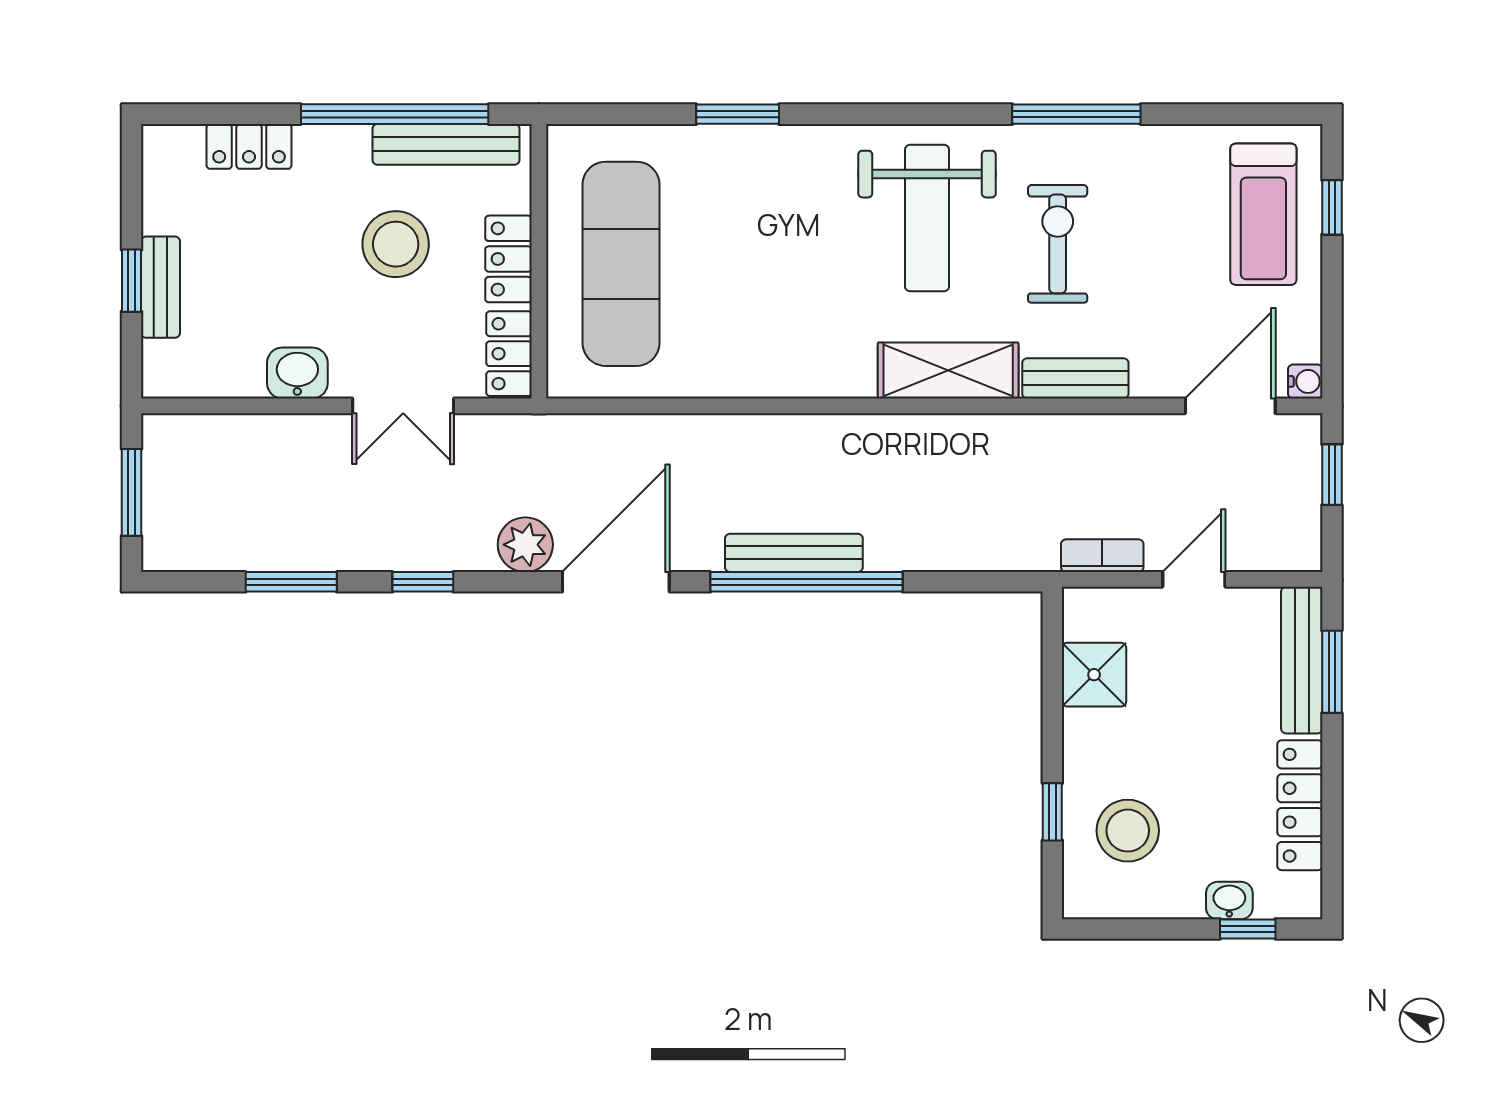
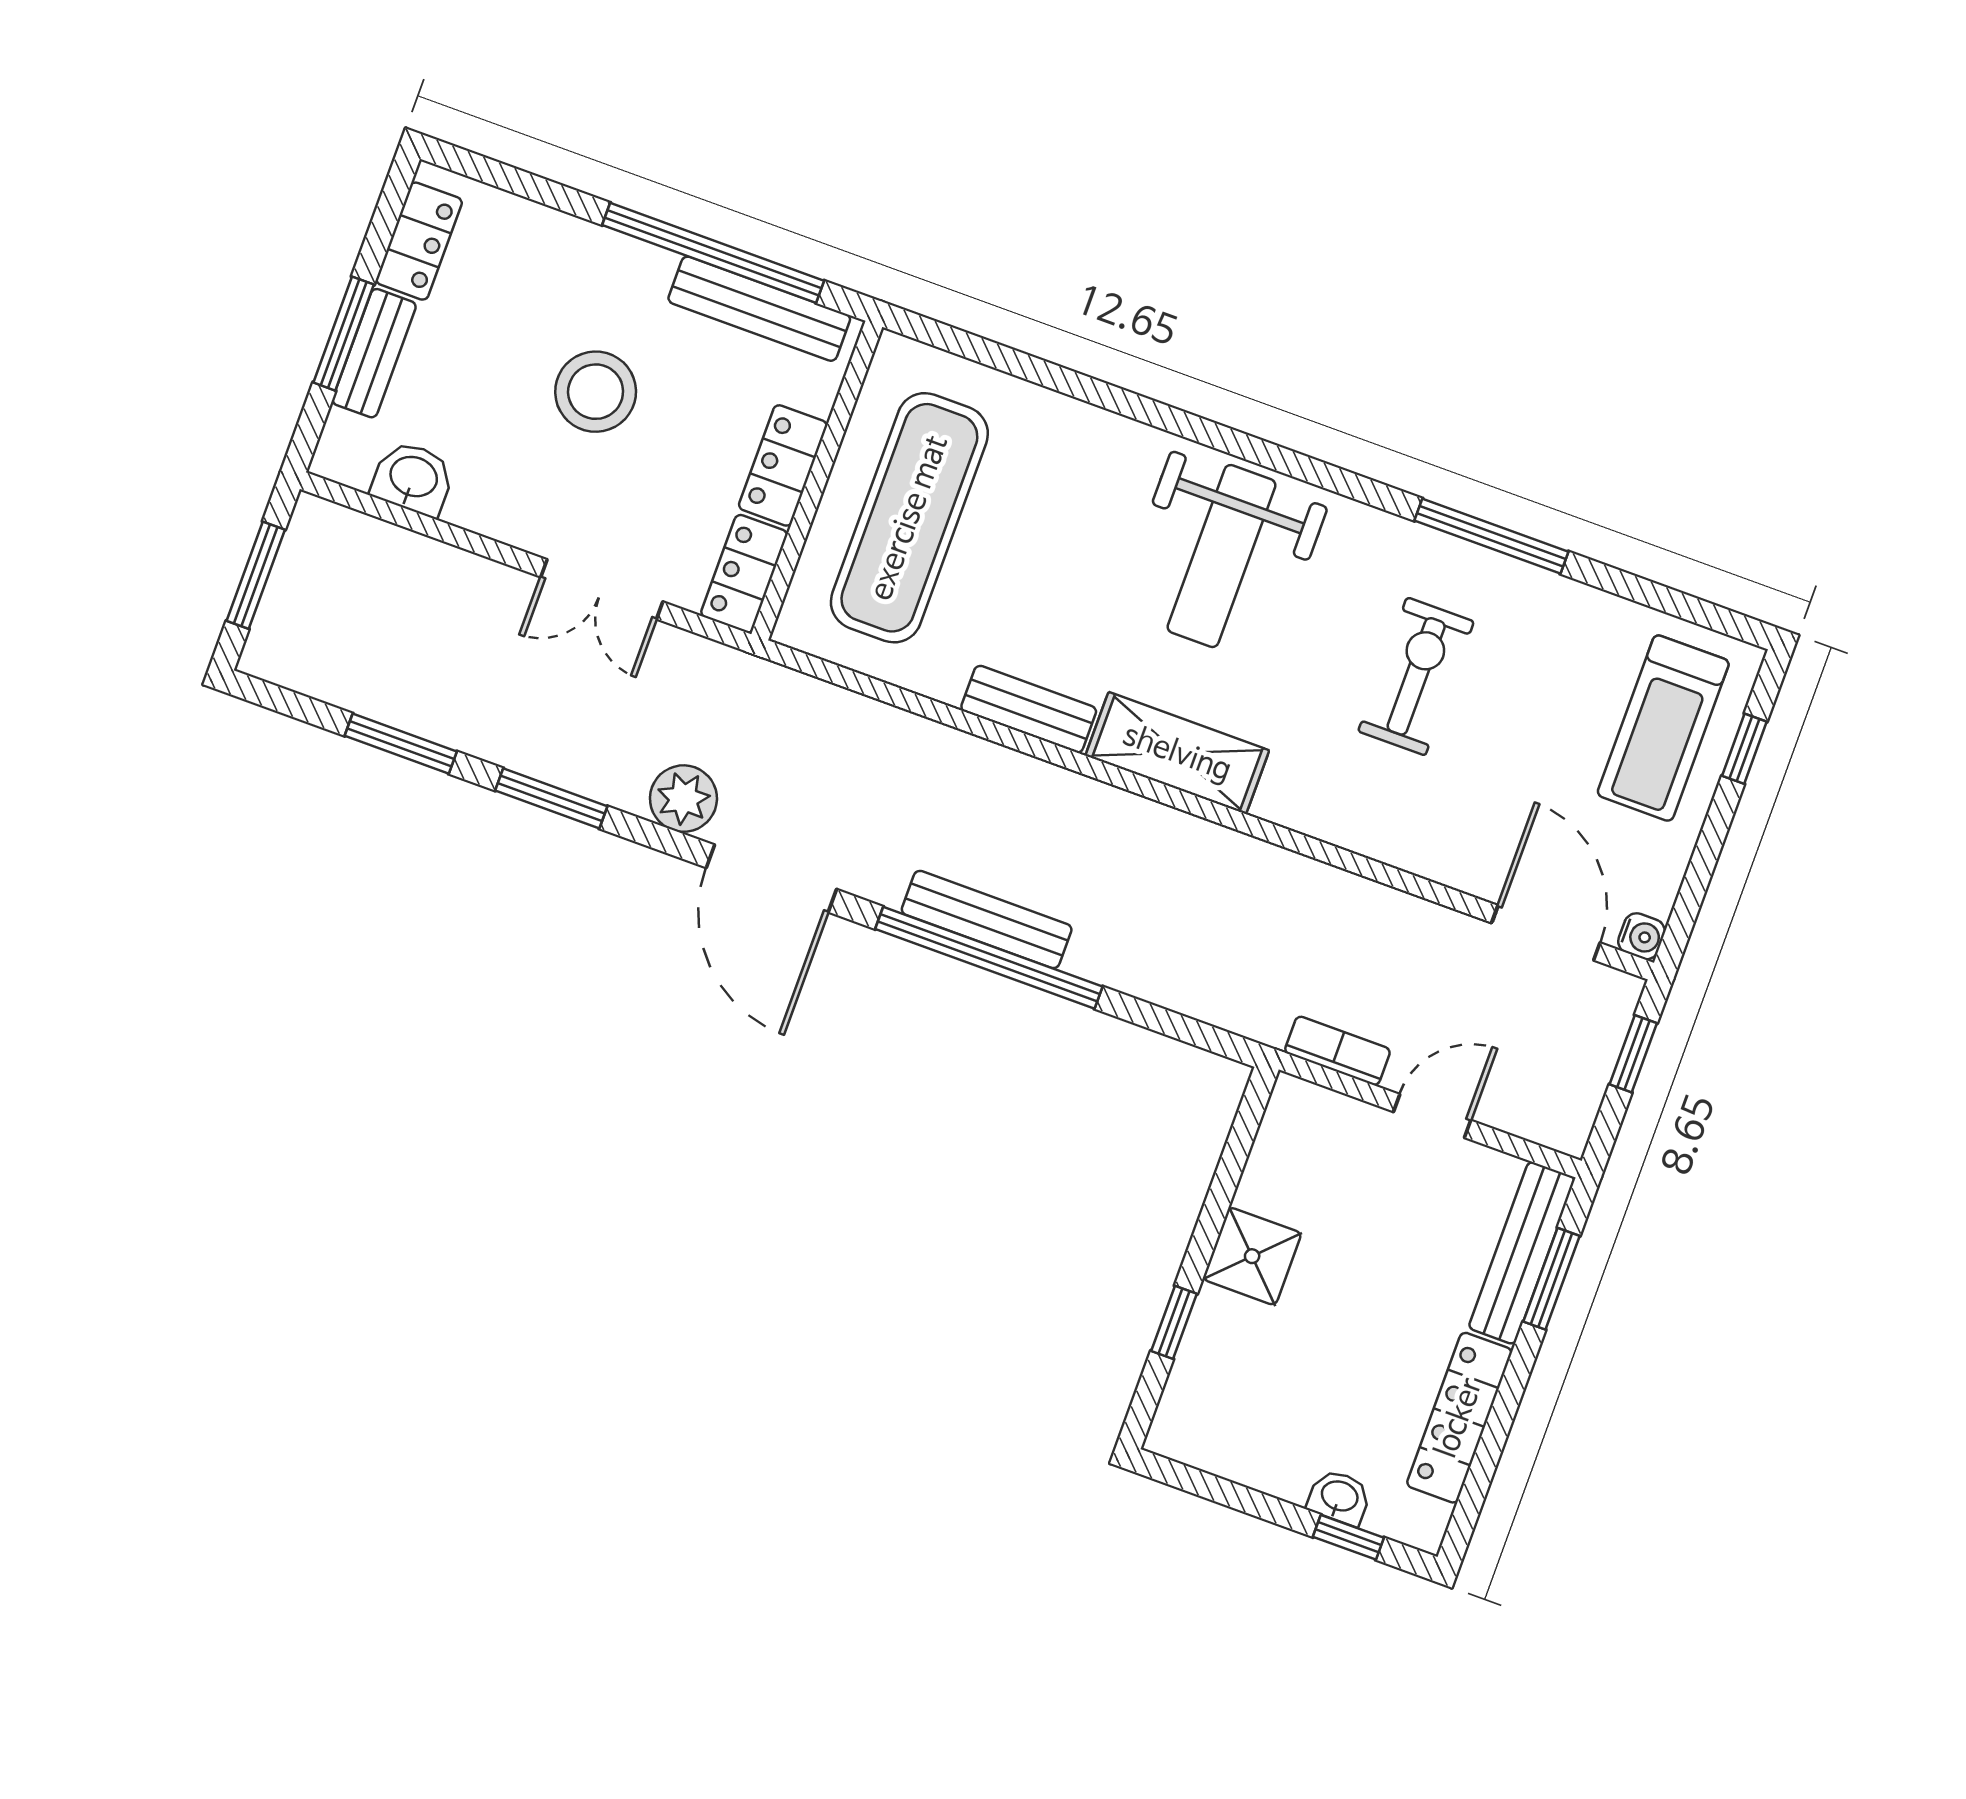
window: (738, 114) -> (1105, 395), removed
locker: (249, 146) -> (419, 241), moved, turned -90
weight bench: (927, 218) -> (1221, 556), moved
stool: (396, 244) -> (596, 392), moved
window: (132, 281) -> (344, 334), width x1.50
shelving: (948, 370) -> (1177, 753), moved
washbasin: (297, 373) -> (413, 478), moved
bench: (1075, 378) -> (1029, 709), moved
door: (1230, 406) -> (1546, 933), hinge flipped
window: (423, 582) -> (551, 798), width x1.50
door: (616, 582) -> (771, 879), swing flipped
shower: (1094, 675) -> (1252, 1256), moved
stool: (1128, 831) -> (1252, 1375), removed

